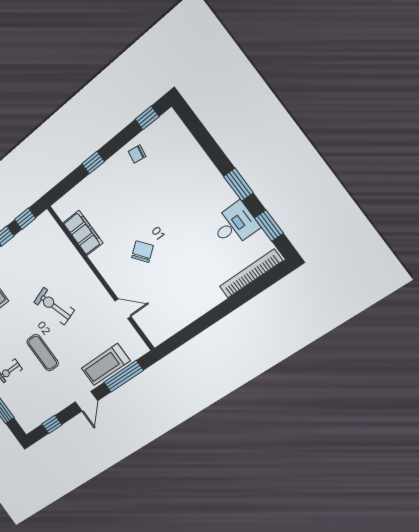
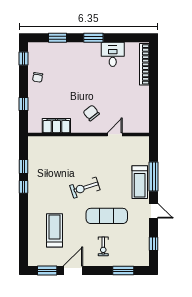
window: (269, 226) -> (57, 38), moved
filing cabinet: (83, 233) -> (56, 126), moved
wall: (100, 278) -> (89, 134), moved
door: (123, 309) -> (115, 134), moved
exercise mat: (43, 353) -> (107, 216), width x1.36, depth x1.45

